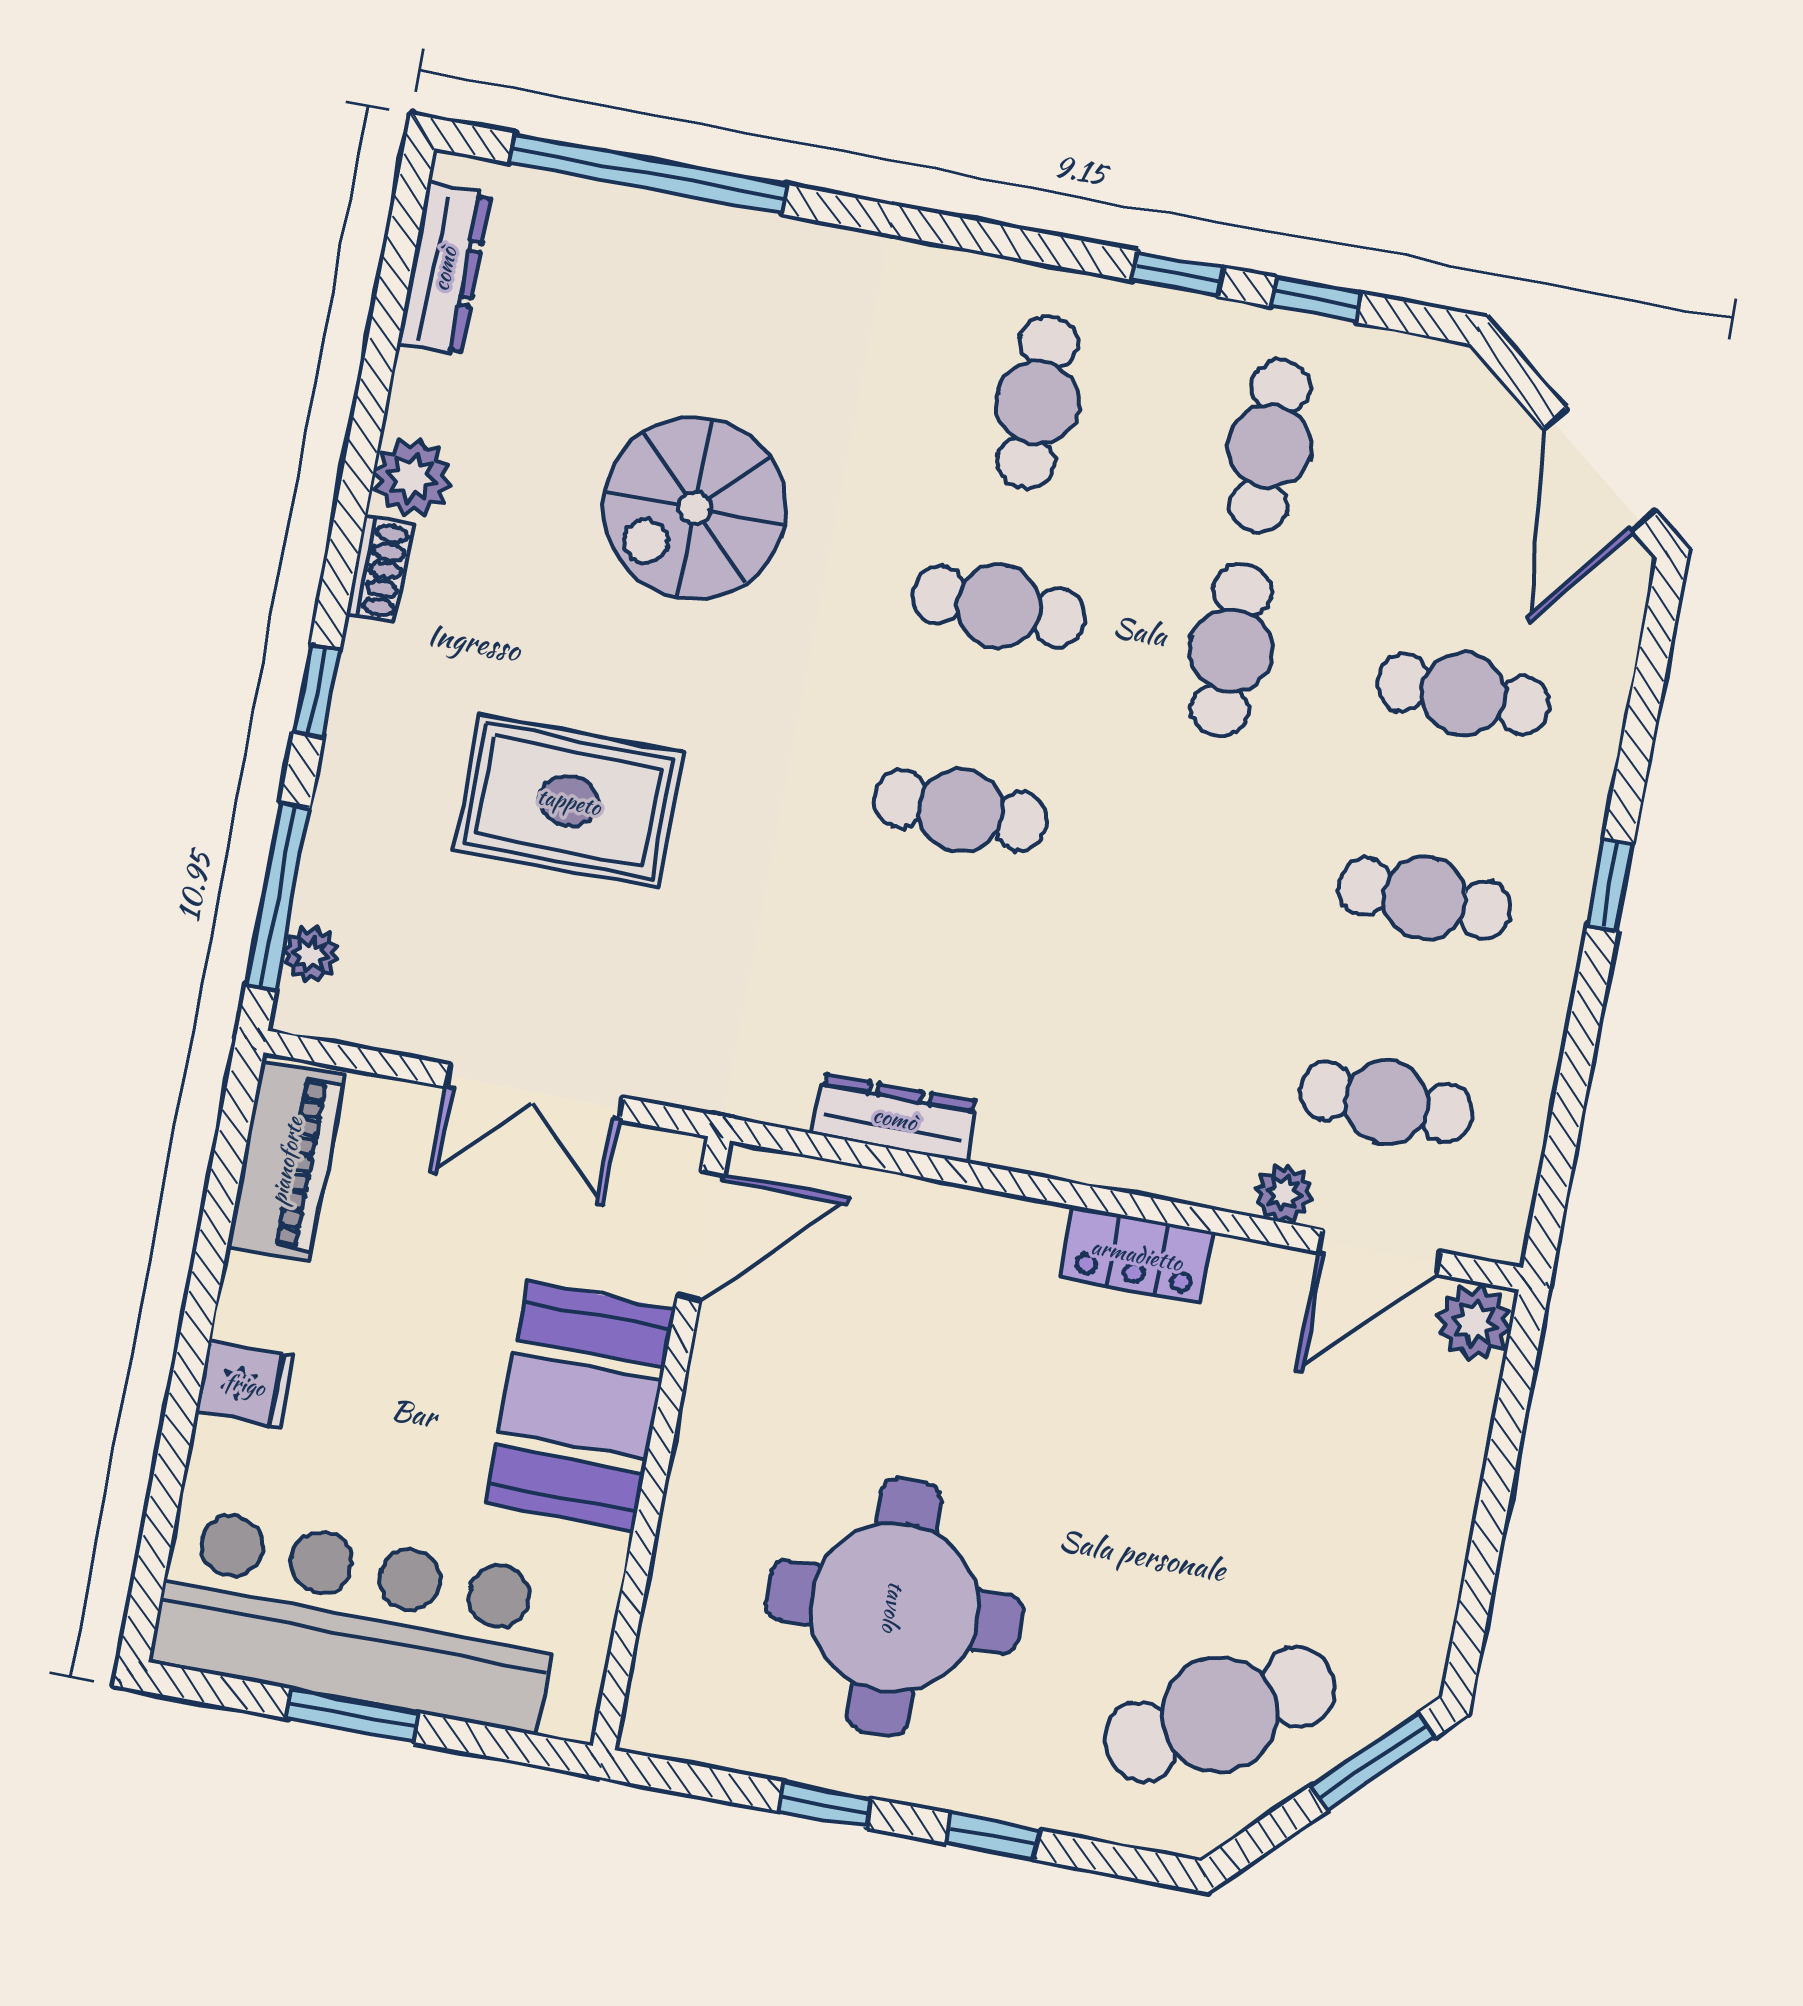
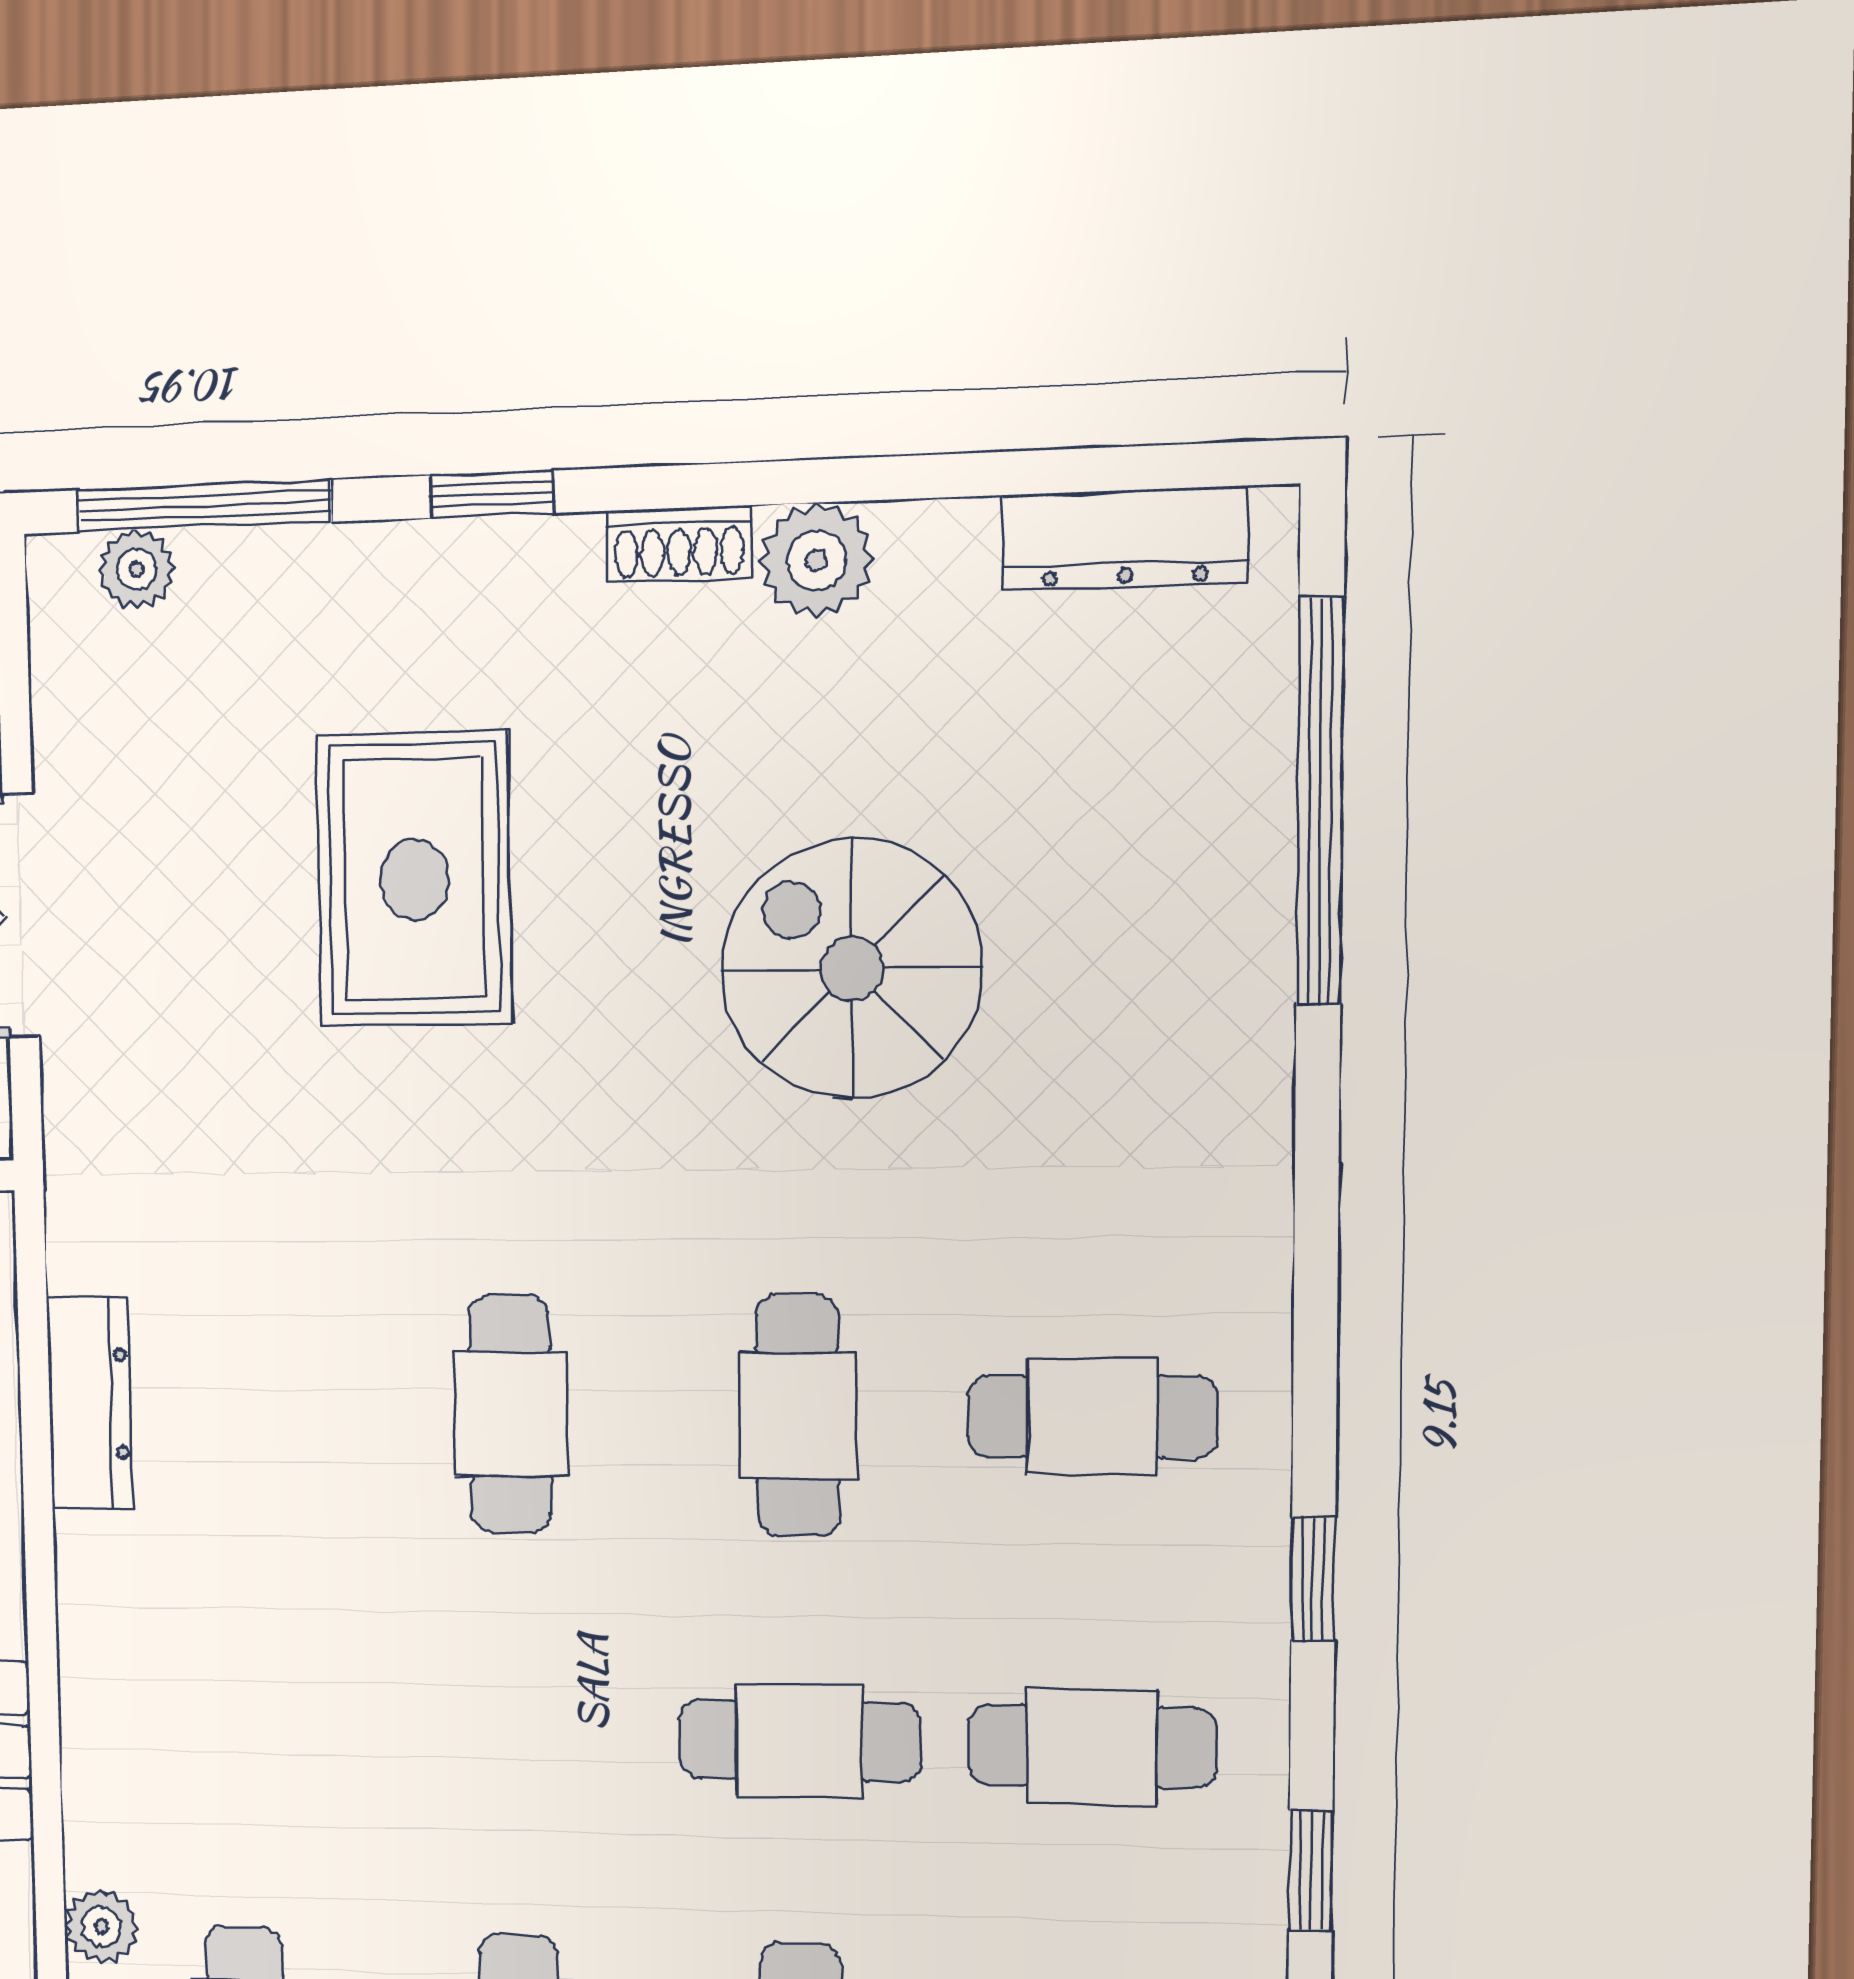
window: (1316, 300) -> (1311, 1871), moved

